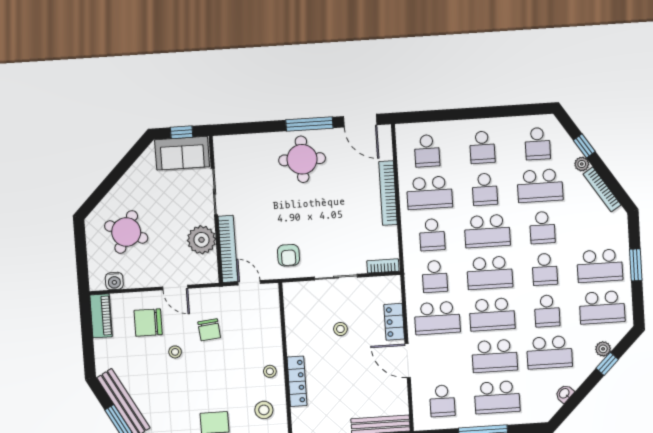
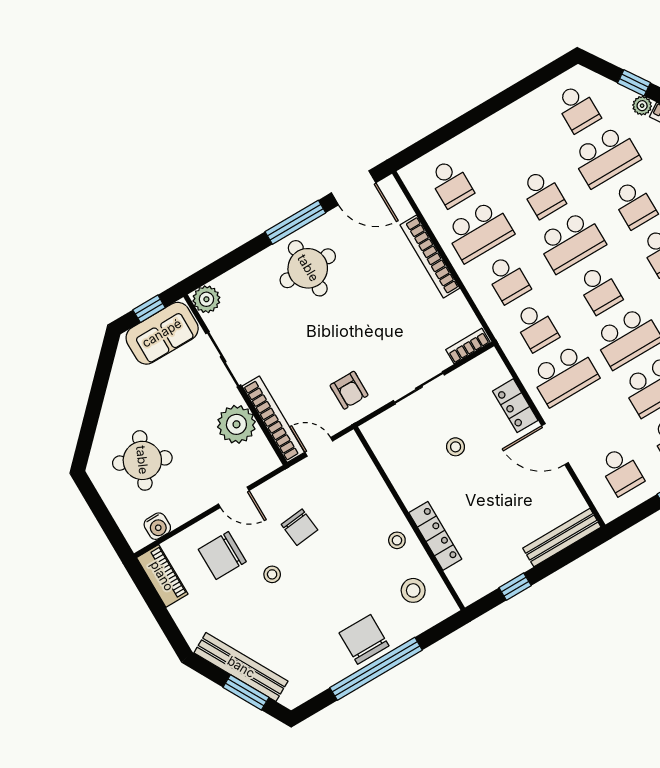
plant: (223, 145) -> (206, 299), added
school desk: (482, 147) -> (514, 146), removed
school desk: (490, 273) -> (599, 290), width x0.54

